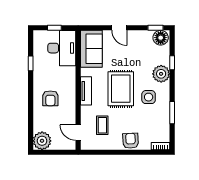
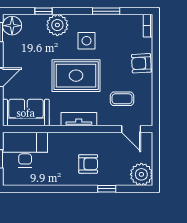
window: (31, 63) -> (107, 189), moved
door: (78, 133) -> (131, 129), hinge flipped

